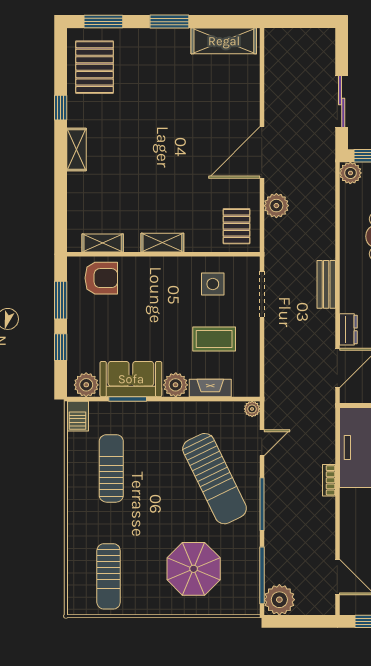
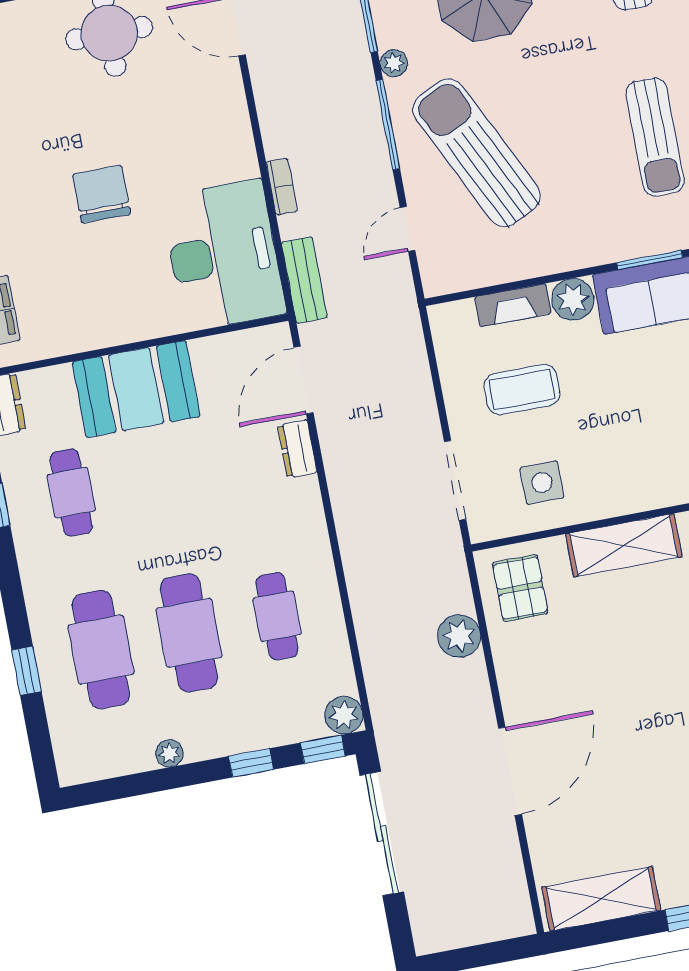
sliding door: (342, 102) -> (382, 834), width x1.37
door: (262, 152) -> (510, 771), moved
shelving: (162, 243) -> (624, 545), width x1.50, depth x1.33
bench: (326, 284) -> (304, 280), moved
plant: (252, 409) -> (394, 63), moved

